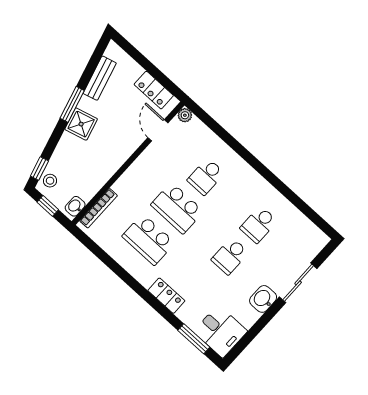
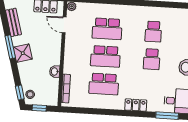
school desk: (206, 177) -> (107, 29), width x1.85
washbasin: (75, 206) -> (55, 72), moved

